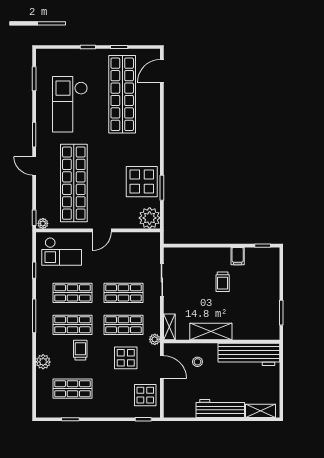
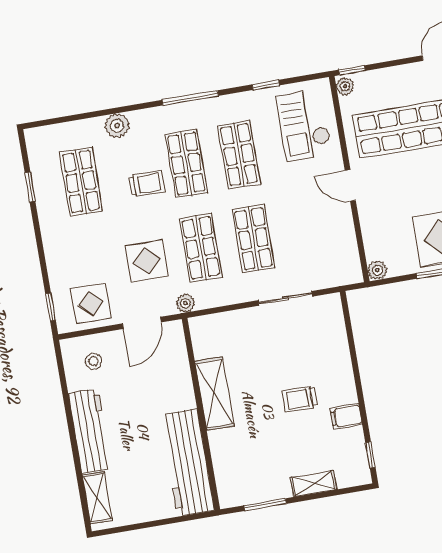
plant: (150, 218) -> (377, 270), width x0.53, depth x0.53
shelving: (169, 327) -> (314, 484), moved
stool: (197, 362) -> (93, 361), moved

